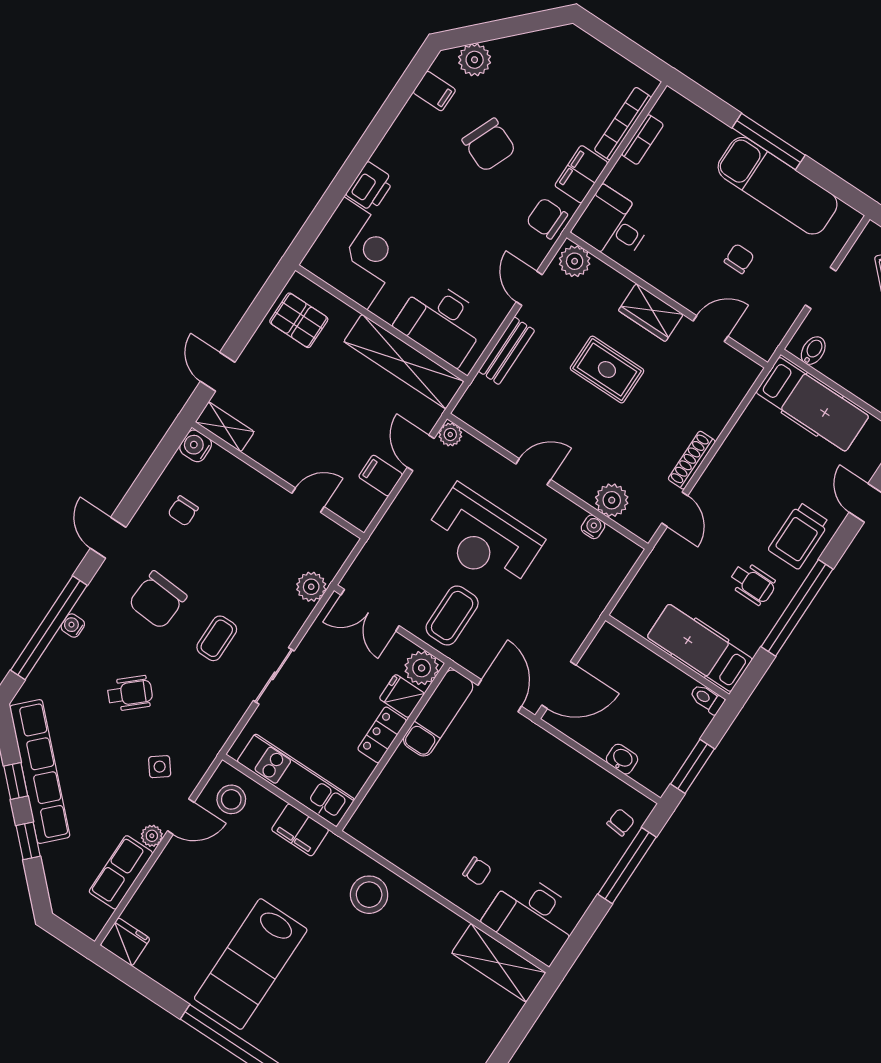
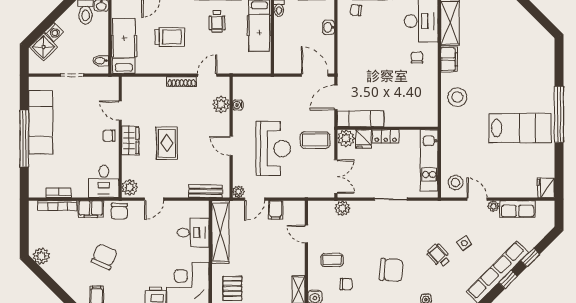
plant: (475, 60) -> (41, 256), moved
window: (769, 142) -> (24, 138), width x1.46
chair: (739, 259) -> (109, 136), moved
desk: (441, 322) -> (193, 233), width x0.73
bench: (507, 351) -> (206, 191), moved
trolley: (799, 536) -> (170, 37), moved
wheelchair: (752, 583) -> (217, 21), turned 180
coffee table: (217, 638) -> (332, 260), moved
side table: (160, 767) -> (464, 243), moved
filing cabinet: (300, 830) -> (449, 59), moved

